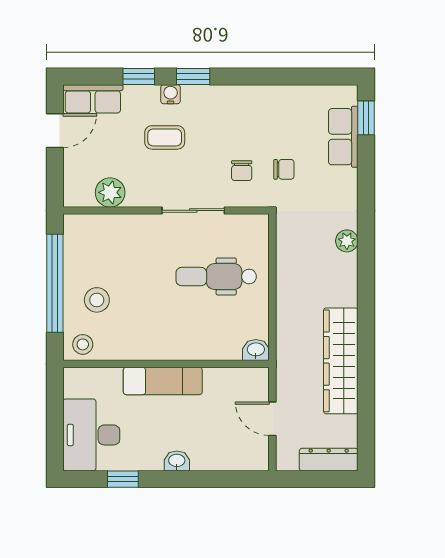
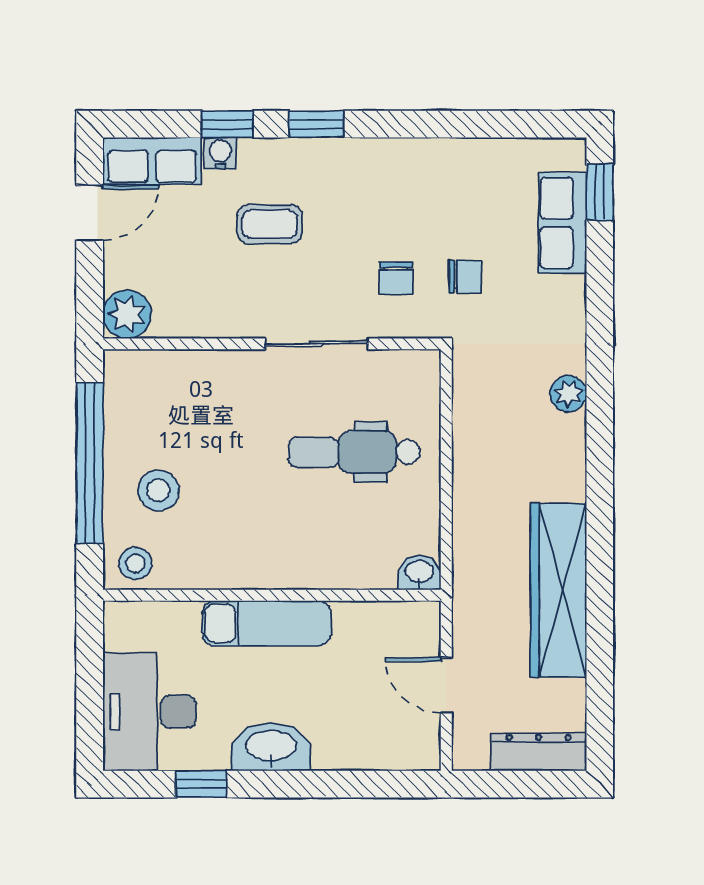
water cooler: (171, 94) -> (220, 153), moved
plant: (110, 192) -> (127, 314), moved
washbasin: (177, 461) -> (271, 747), width x1.91, depth x1.45

